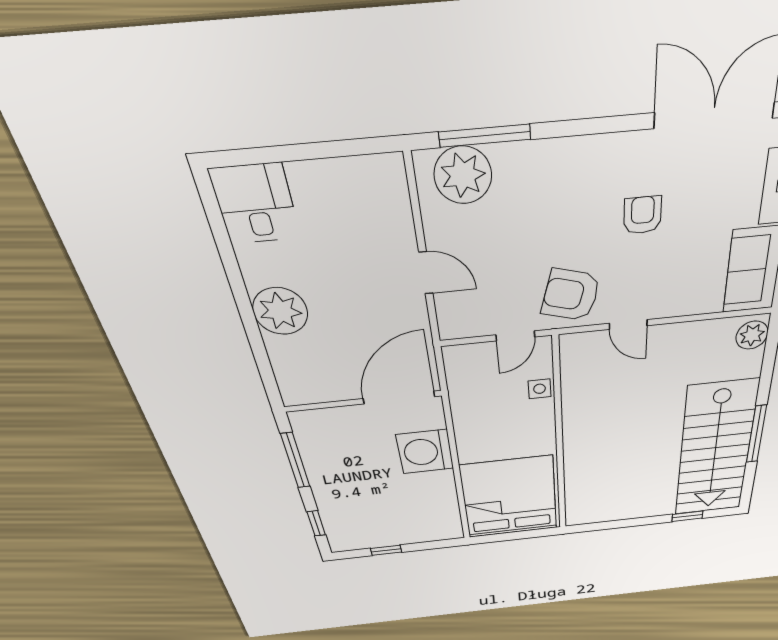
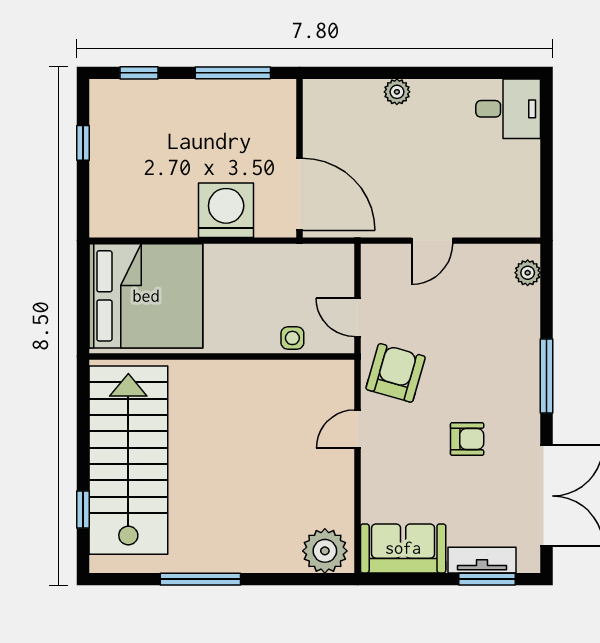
window: (485, 136) -> (547, 376), moved
plant: (463, 175) -> (528, 273), width x0.53, depth x0.53
plant: (280, 311) -> (397, 92), width x0.53, depth x0.53
plant: (752, 335) -> (325, 551), width x1.36, depth x1.36
stairs: (715, 450) -> (128, 460), moved, turned 90

